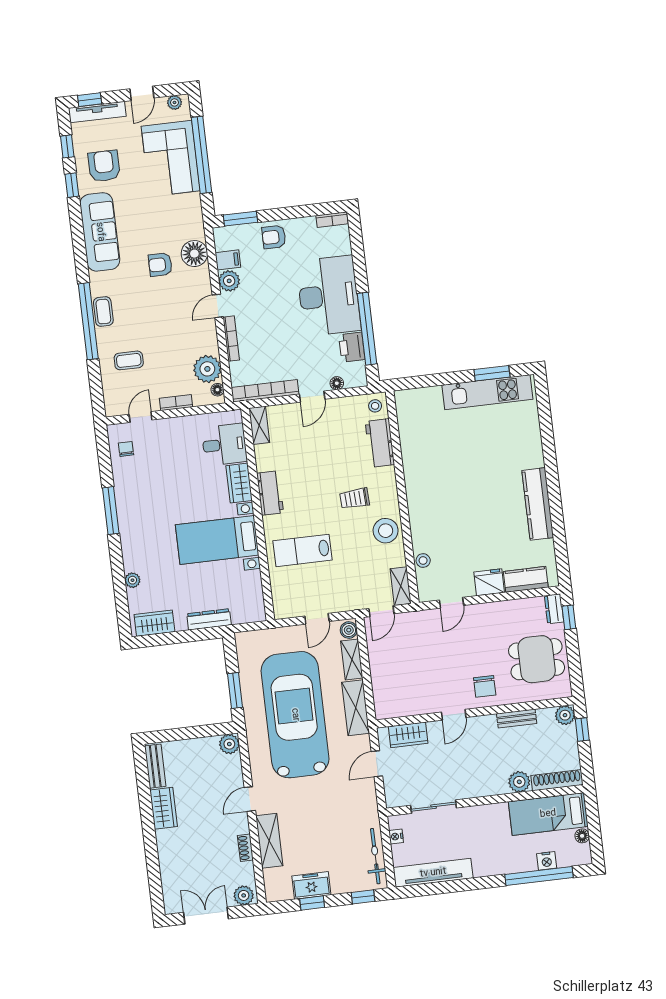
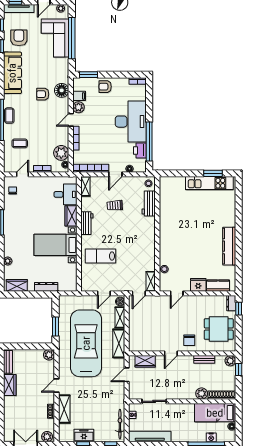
trolley: (355, 498) -> (115, 205), moved
stool: (386, 531) -> (146, 251), removed

